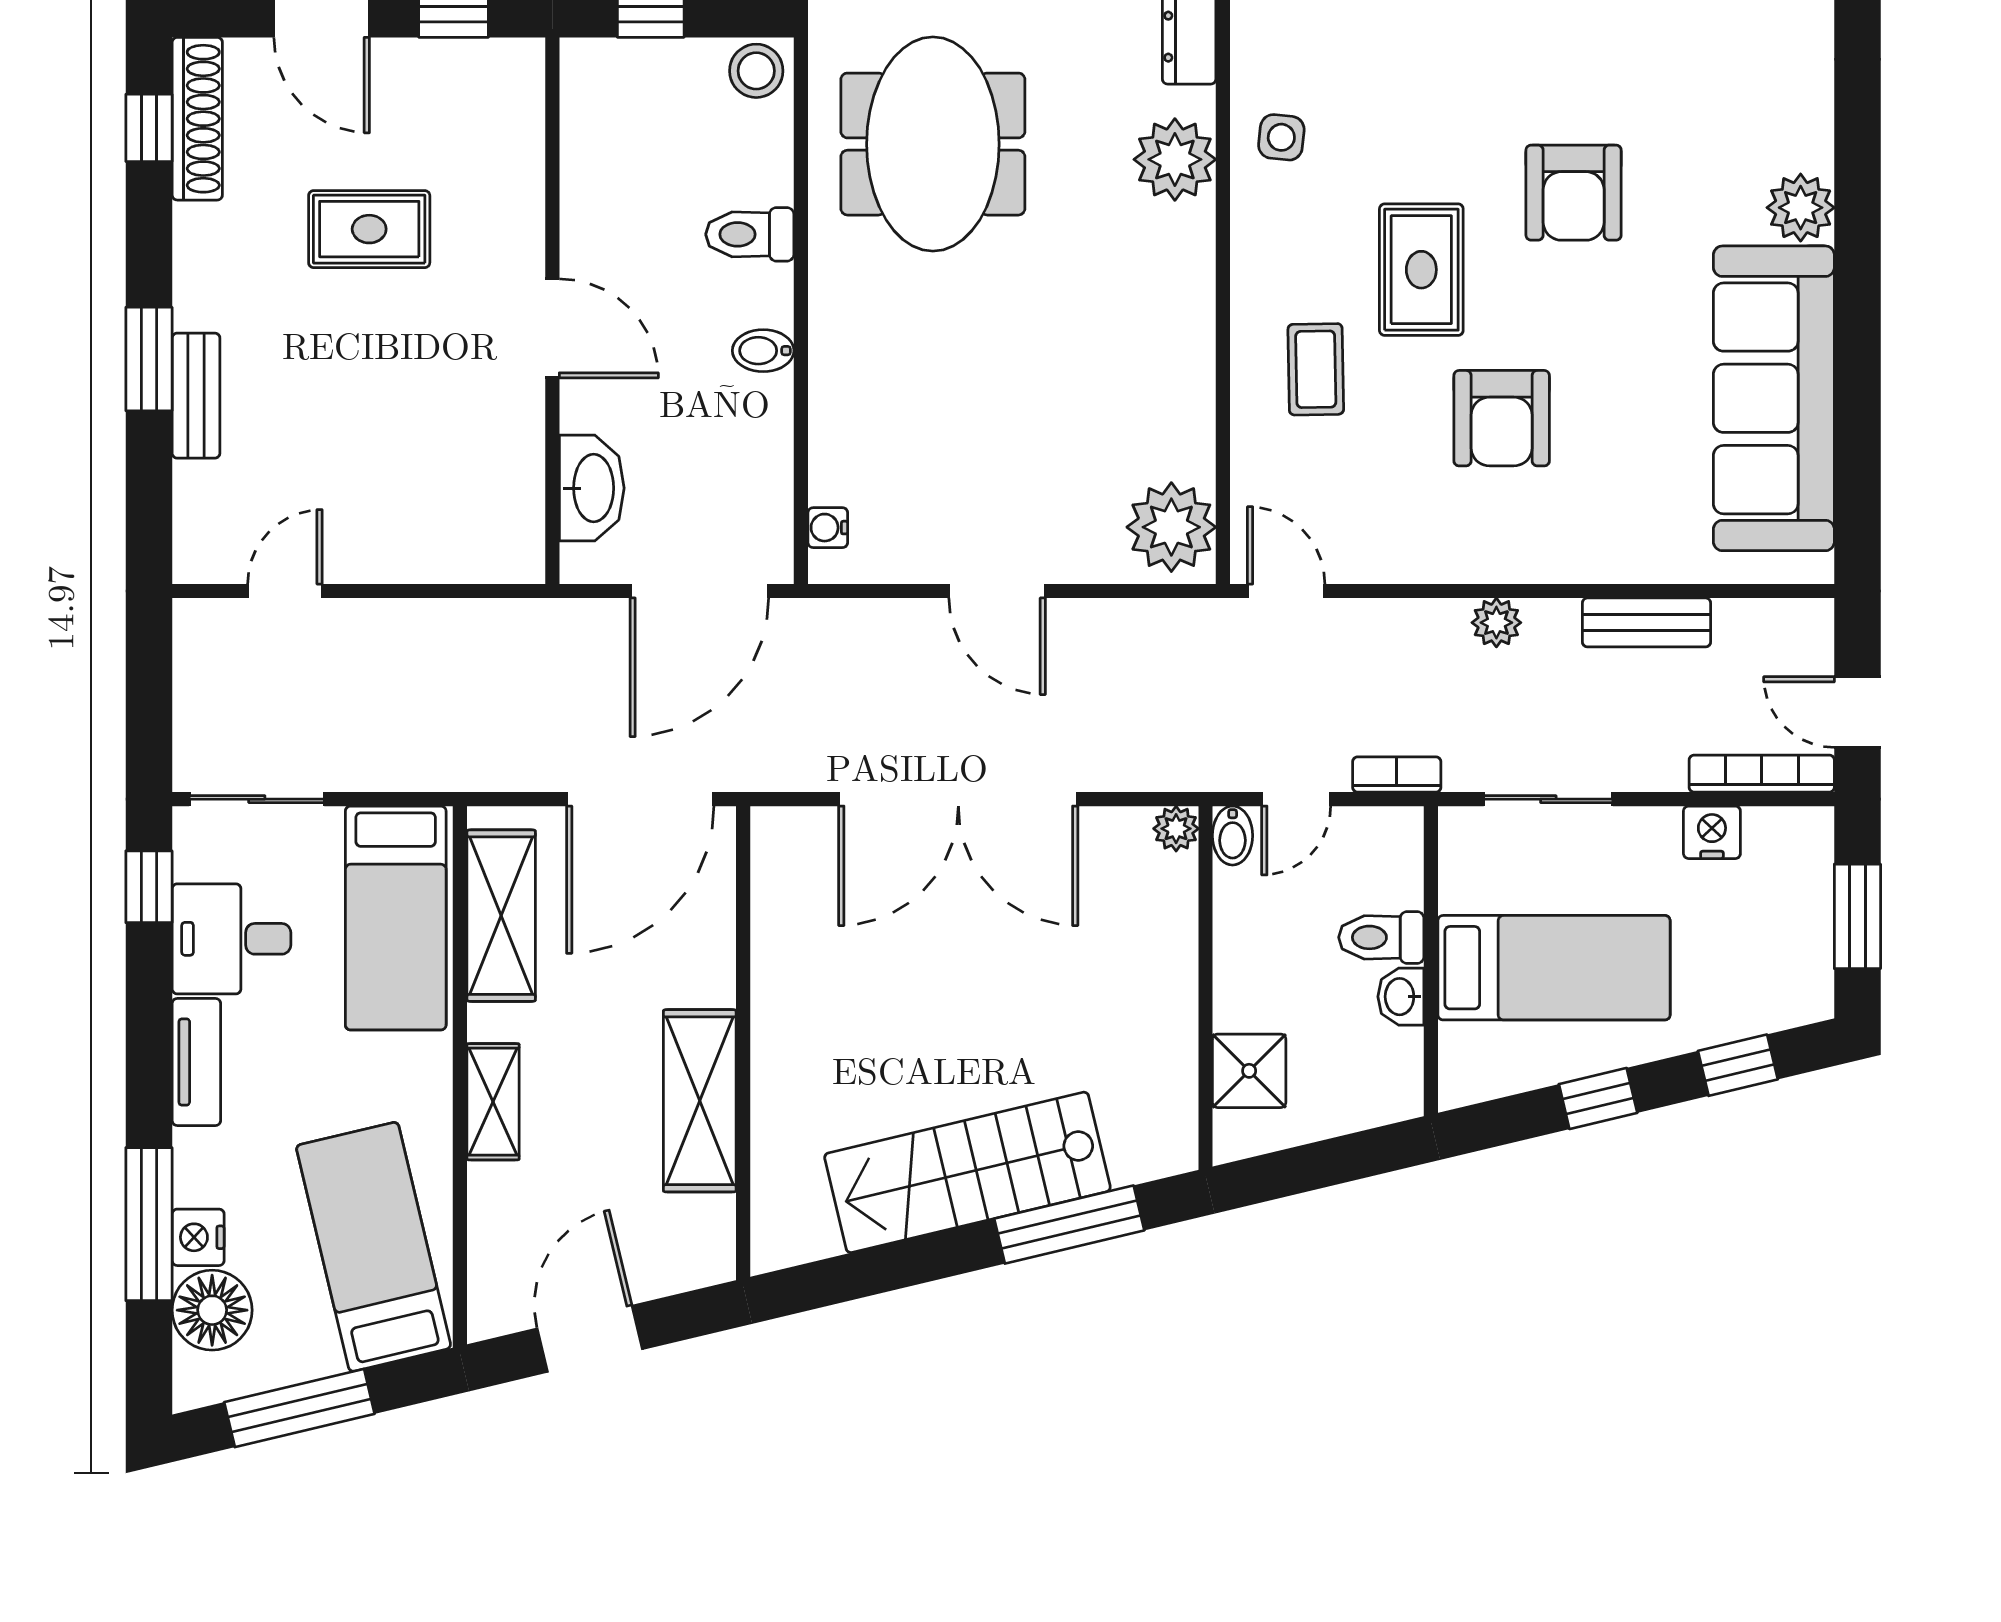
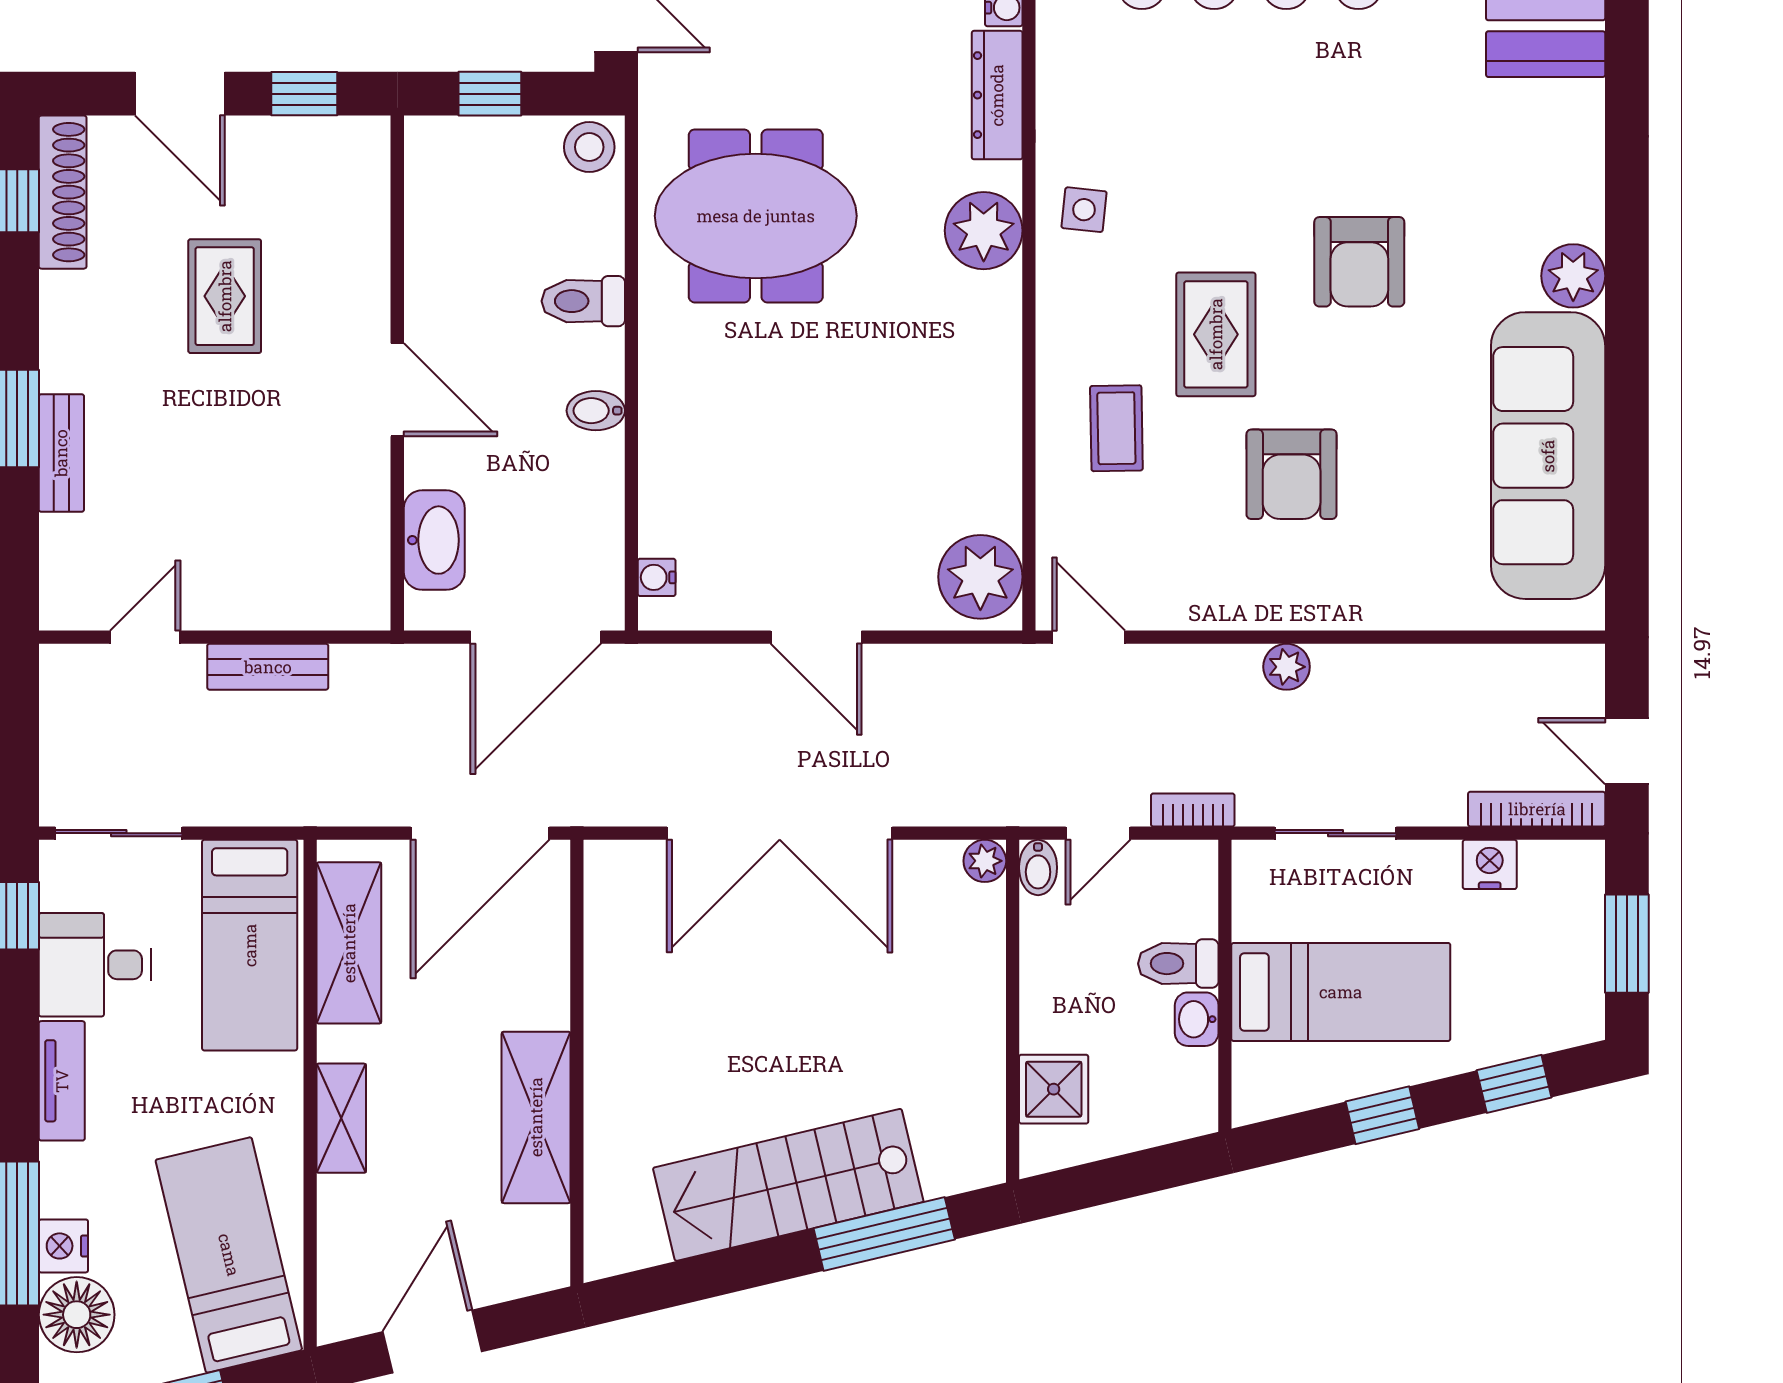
meeting table: (933, 144) -> (756, 216), turned 90
rug: (369, 229) -> (225, 296), turned 90
bench: (1647, 622) -> (268, 667), moved

